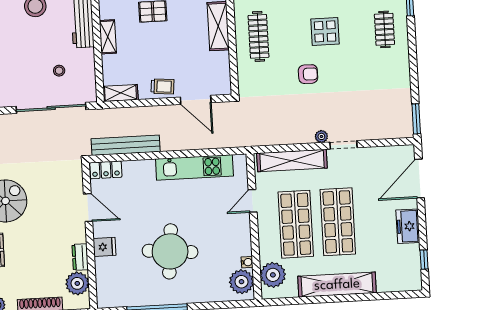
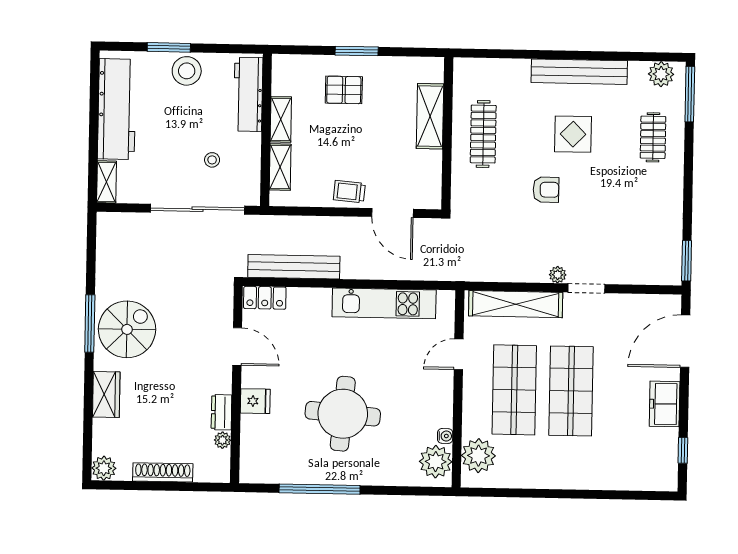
trolley: (162, 86) -> (349, 192), turned 180
shelving: (121, 93) -> (280, 167), moved, turned 90
plant: (77, 283) -> (222, 440), width x0.53, depth x0.53
shelving: (337, 285) -> (564, 475), removed

